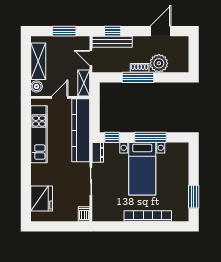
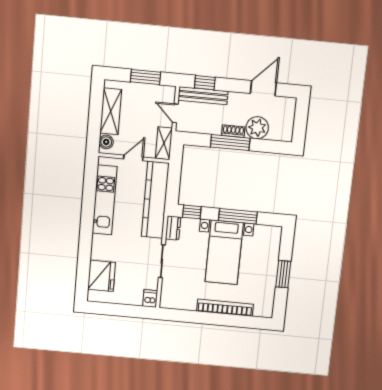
window: (194, 197) -> (283, 274), moved

